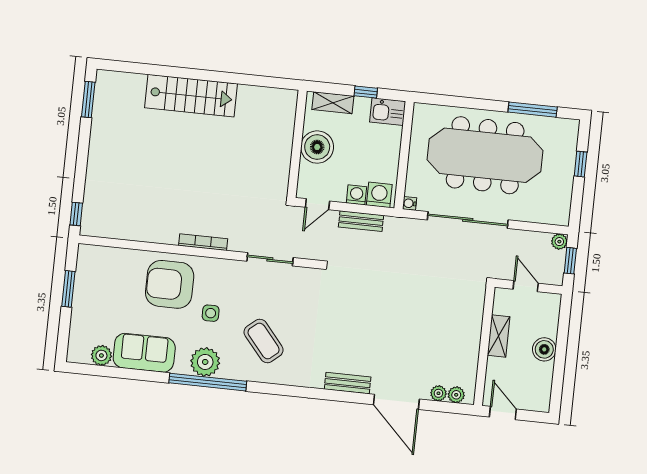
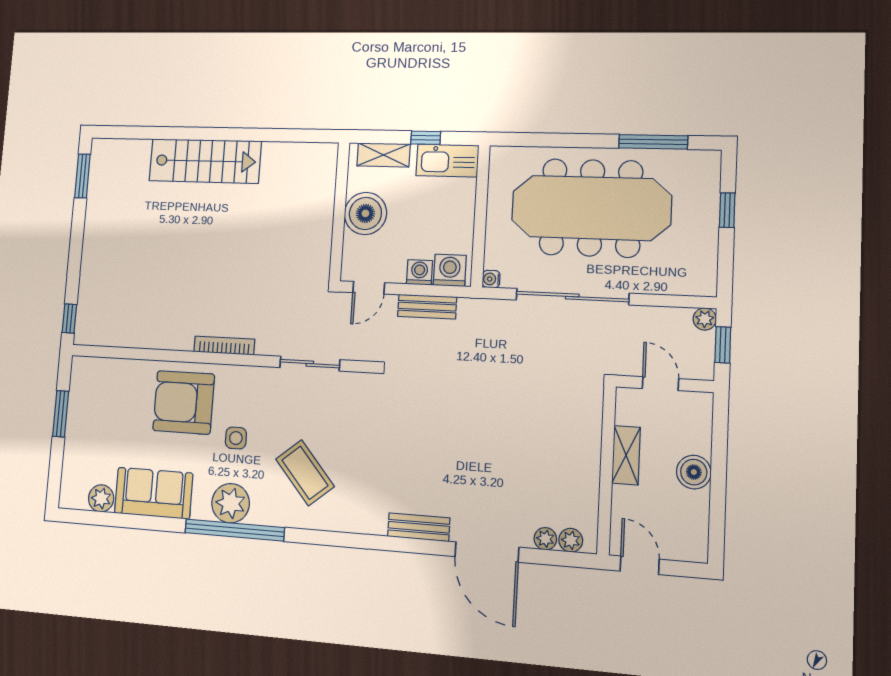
kitchen sink: (388, 112) -> (447, 160), width x1.38

